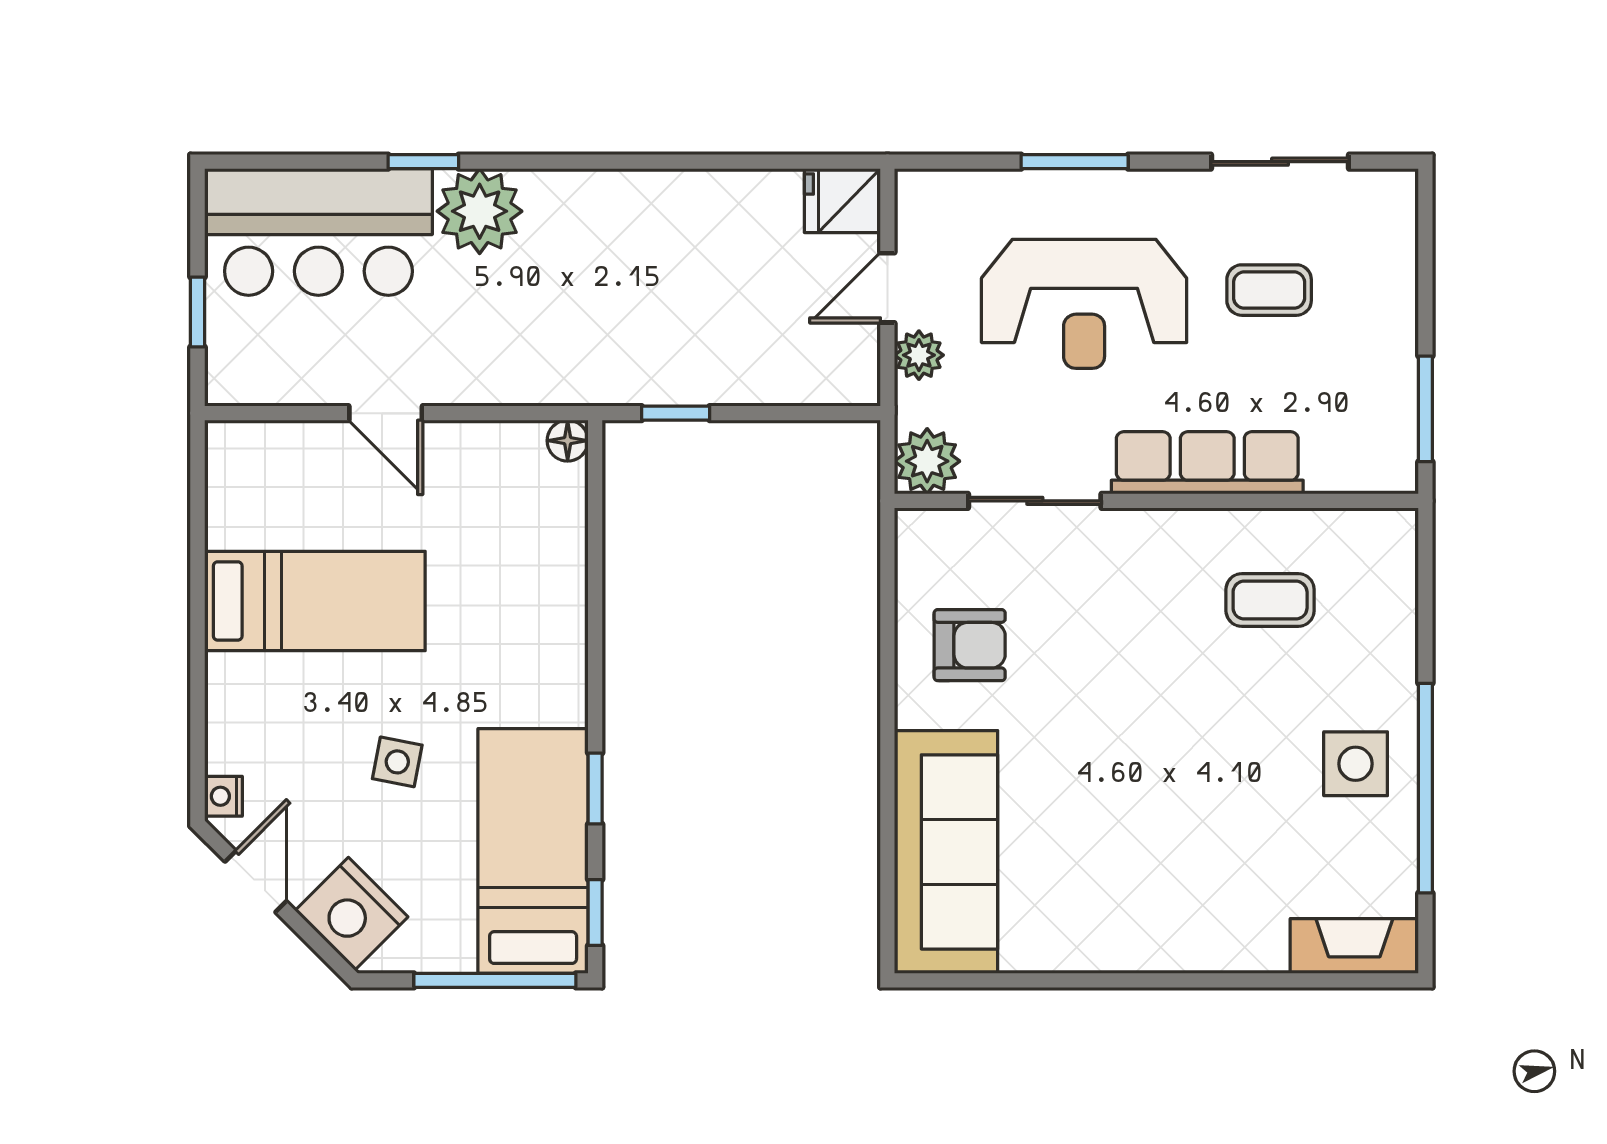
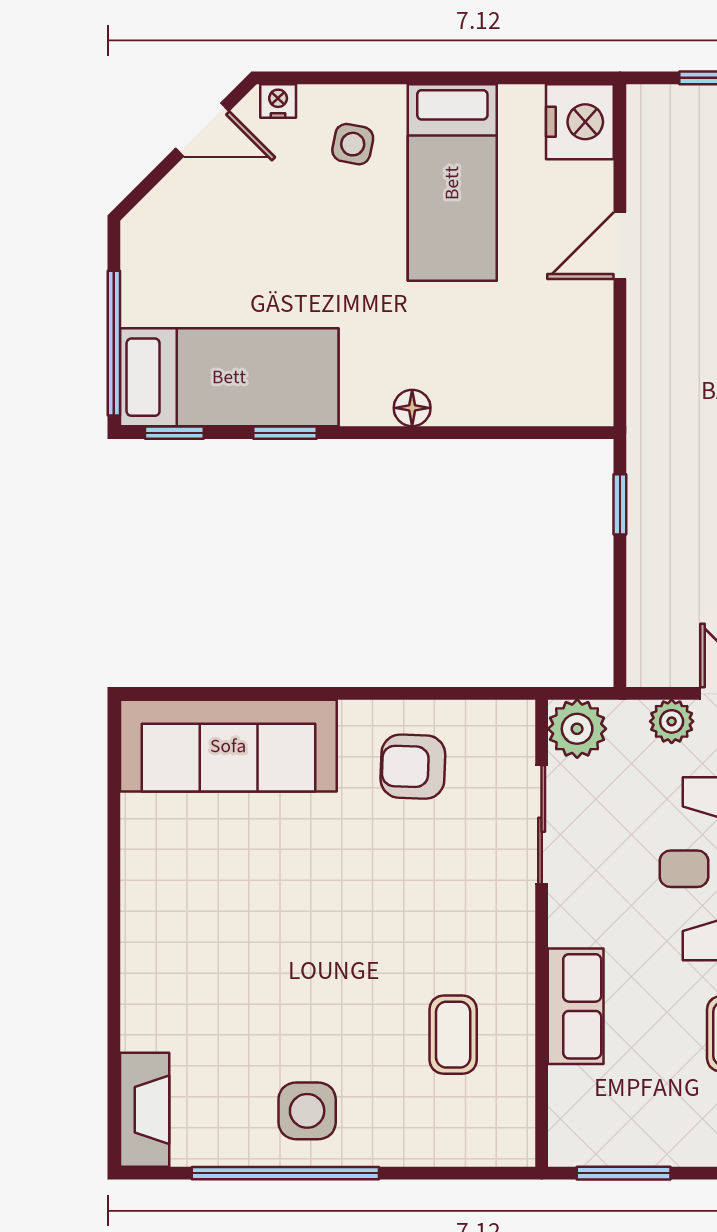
floor lamp: (568, 441) -> (412, 408), moved
row of seats: (1207, 463) -> (576, 1006), width x0.68
armchair: (970, 645) -> (413, 767), turned 92
side table: (397, 762) -> (353, 144), moved
nightstand: (351, 914) -> (580, 122), moved, turned 135

